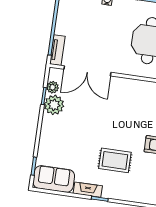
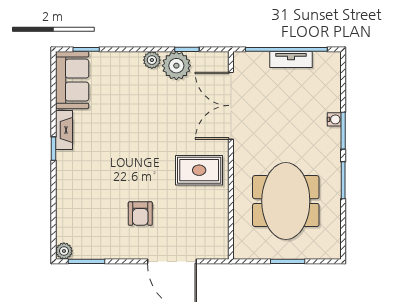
tv unit: (57, 50) -> (291, 59), moved
plant: (53, 87) -> (152, 60), moved
rug: (115, 160) -> (199, 170), moved, turned 90

